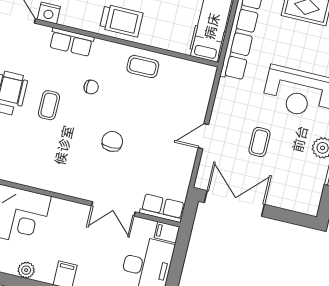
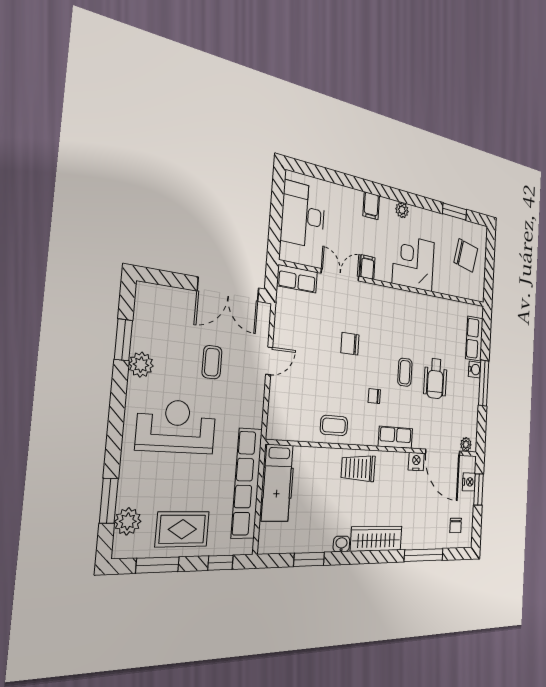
chair: (112, 141) -> (350, 344), turned 90
filing cabinet: (167, 232) -> (367, 267), moved, turned -90

